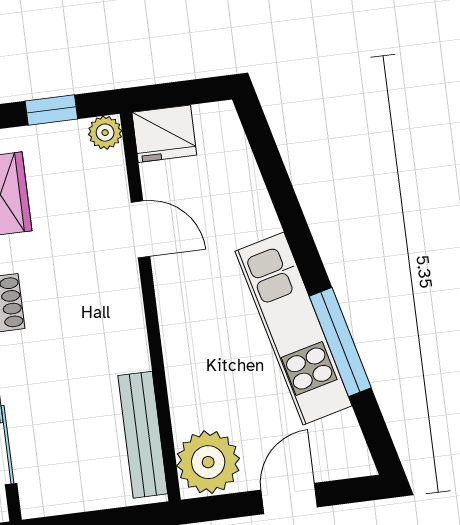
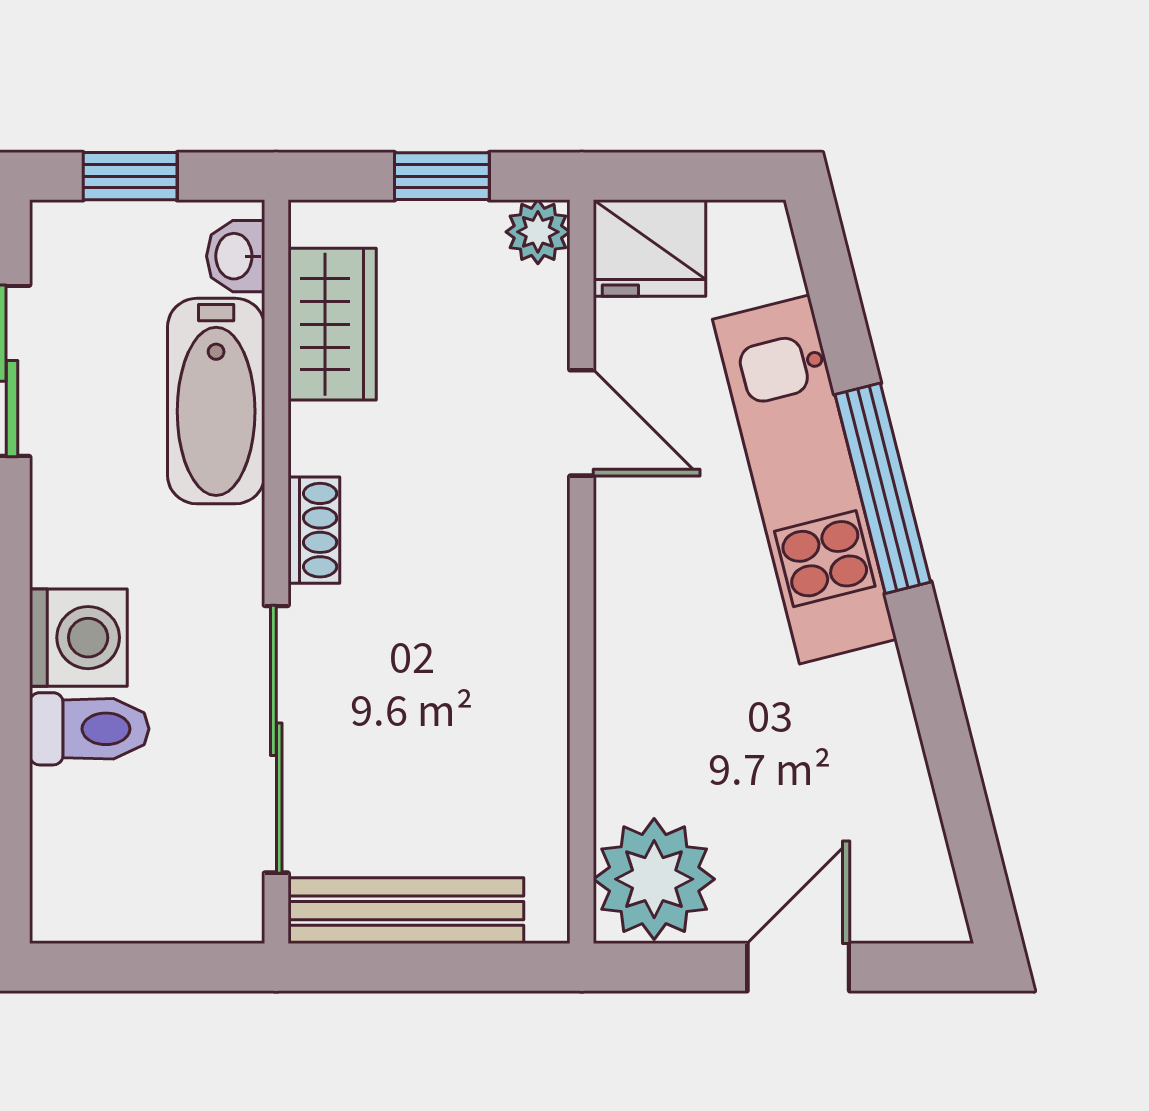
kitchen unit: (293, 329) -> (805, 479), moved
window: (340, 342) -> (883, 488), moved
bench: (143, 435) -> (406, 911), moved, turned 90

